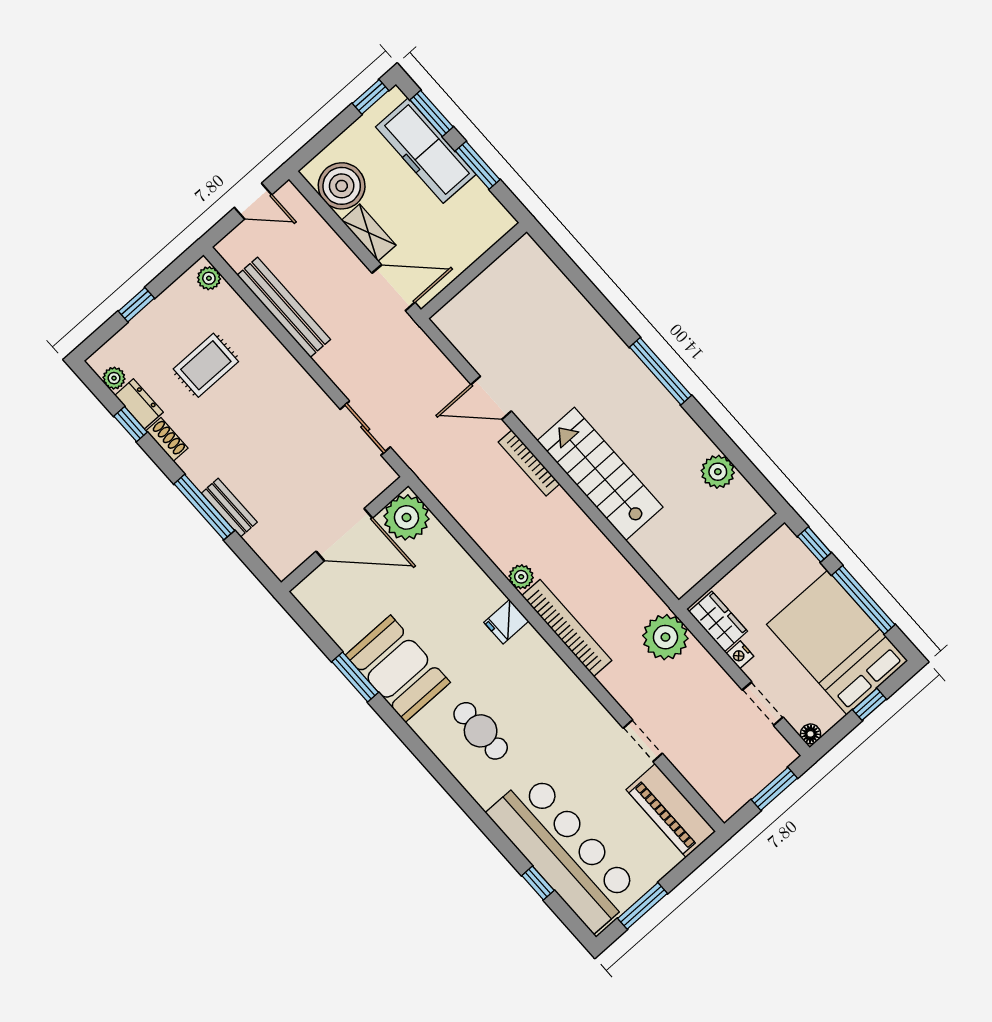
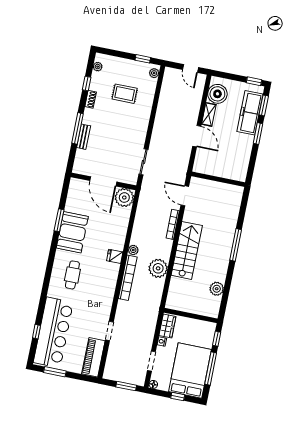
wall: (474, 271) -> (218, 179), moved
window: (136, 305) -> (143, 59), moved
bench: (284, 307) -> (163, 105), removed
dresser: (139, 404) -> (95, 81), removed
plant: (665, 637) -> (158, 268), moved

